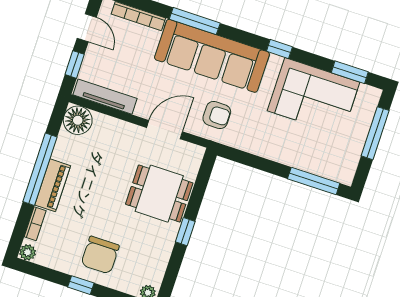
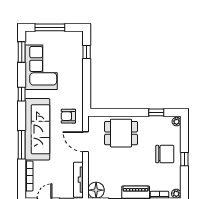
armchair: (217, 115) -> (68, 116), turned -90
window: (314, 181) -> (87, 52), width x0.46
dining table: (159, 194) -> (121, 133), turned 90
window: (185, 232) -> (156, 112), moved

